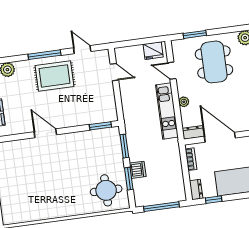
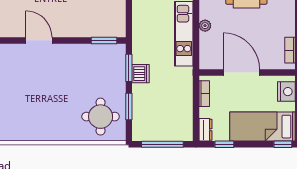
dresser: (193, 132) -> (211, 63), removed
dishwasher: (138, 170) -> (141, 74), moved

